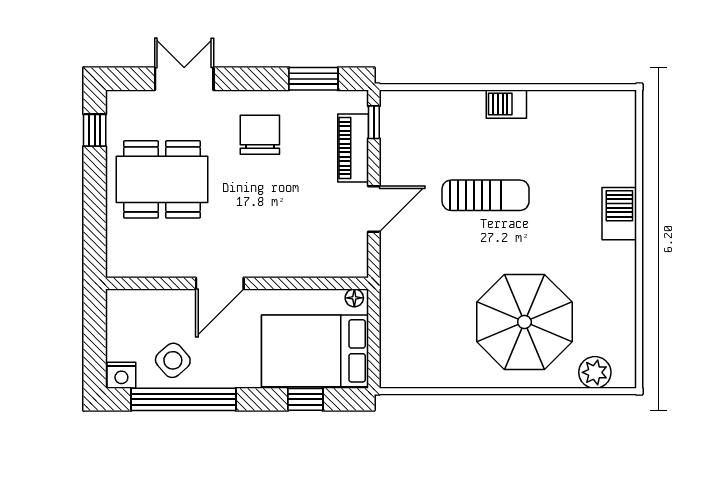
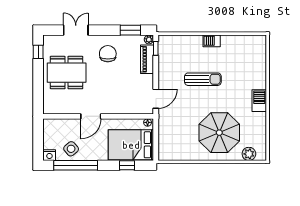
plant: (357, 101) -> (149, 39), added
door: (374, 209) -> (156, 99), moved
barbecue: (619, 214) -> (259, 101), moved

